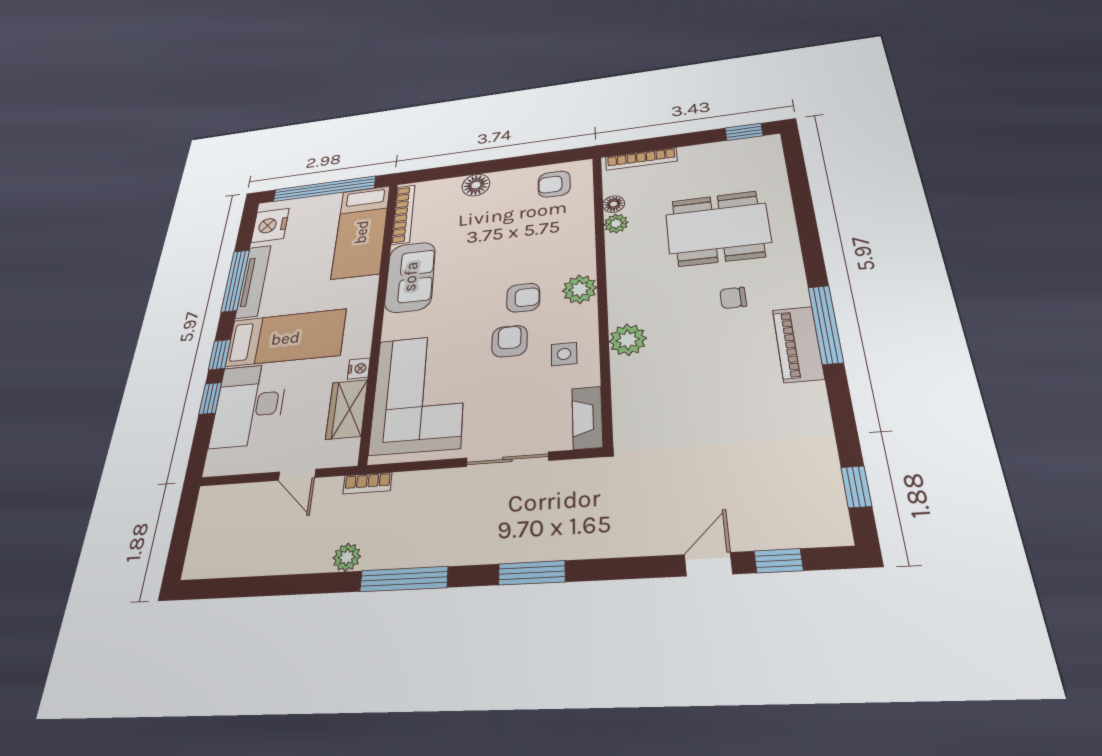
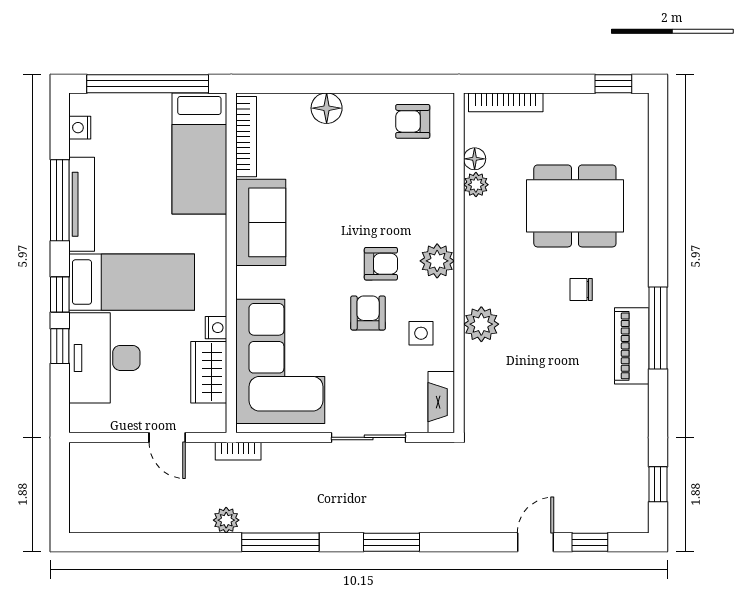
nightstand: (270, 225) -> (80, 128), width x0.53, depth x0.56

